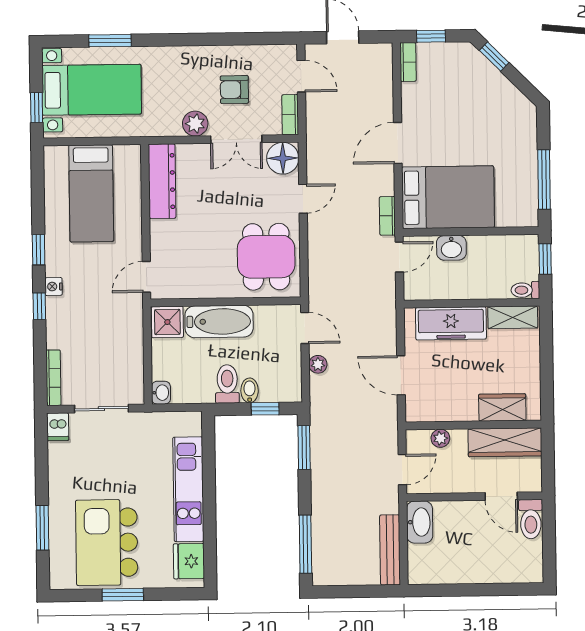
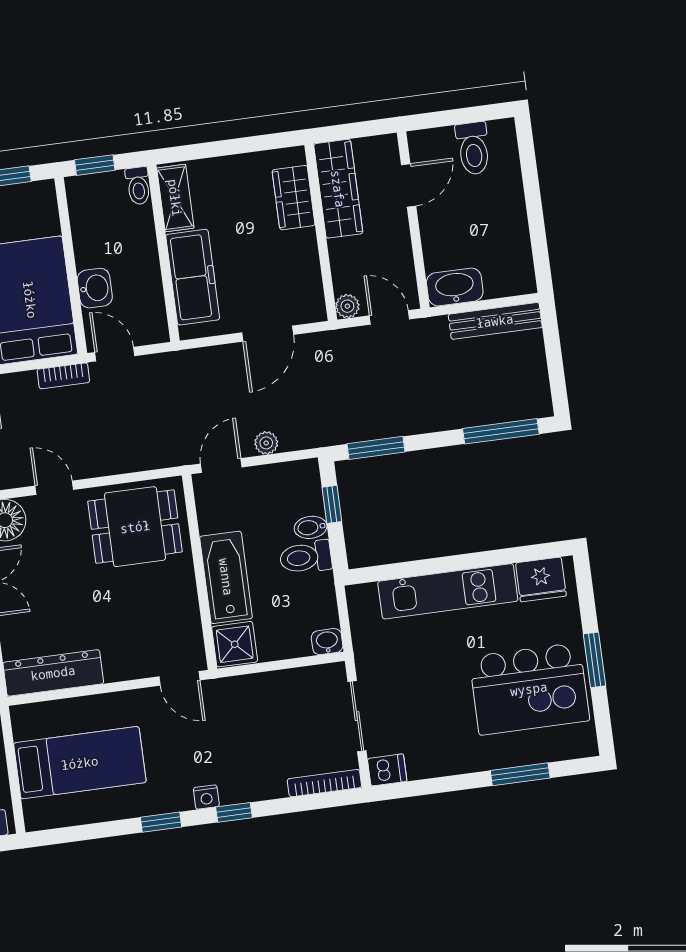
plant: (440, 438) -> (347, 306), moved
toilet: (531, 519) -> (473, 148), moved, turned 90

